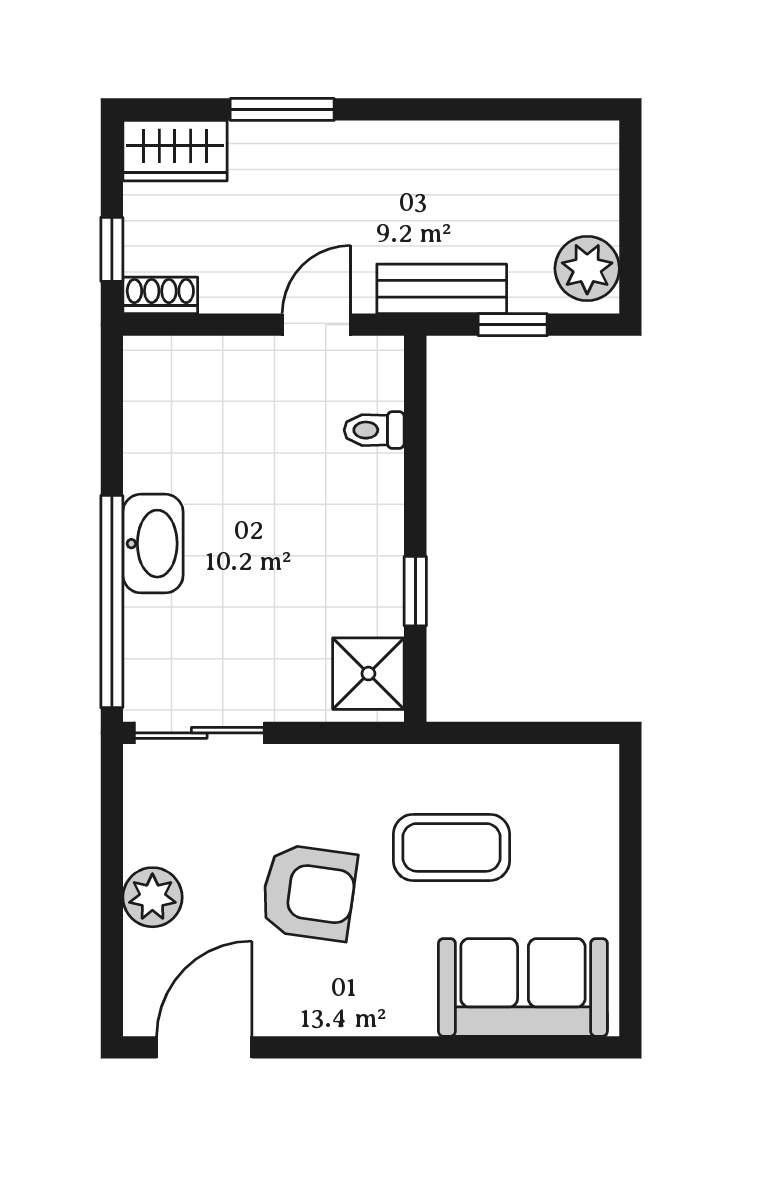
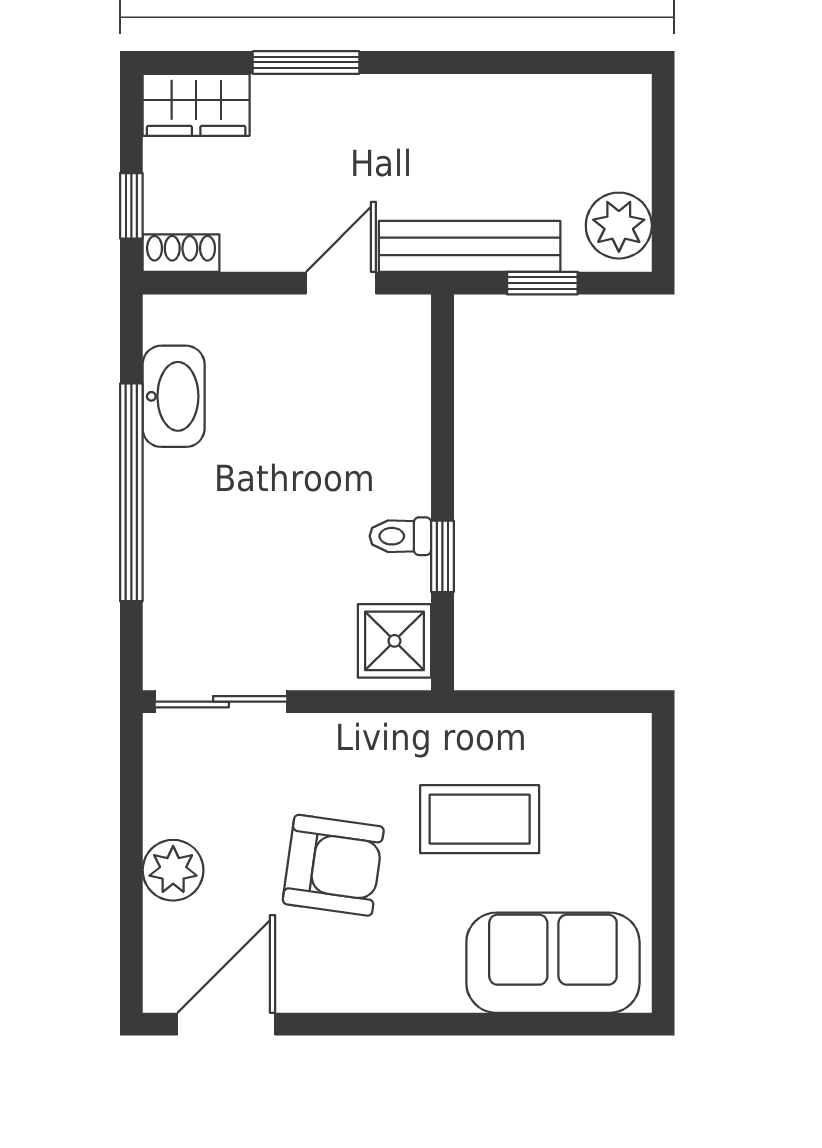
bench: (442, 289) -> (470, 246), width x1.36
toilet: (374, 430) -> (400, 536), moved
washbasin: (153, 544) -> (174, 396), moved
window: (112, 602) -> (131, 492), moved

